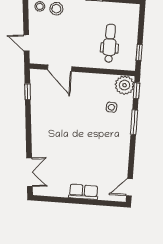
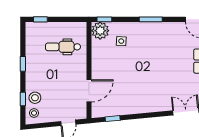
window: (139, 52) -> (40, 19), moved
window: (134, 122) -> (151, 19), moved

